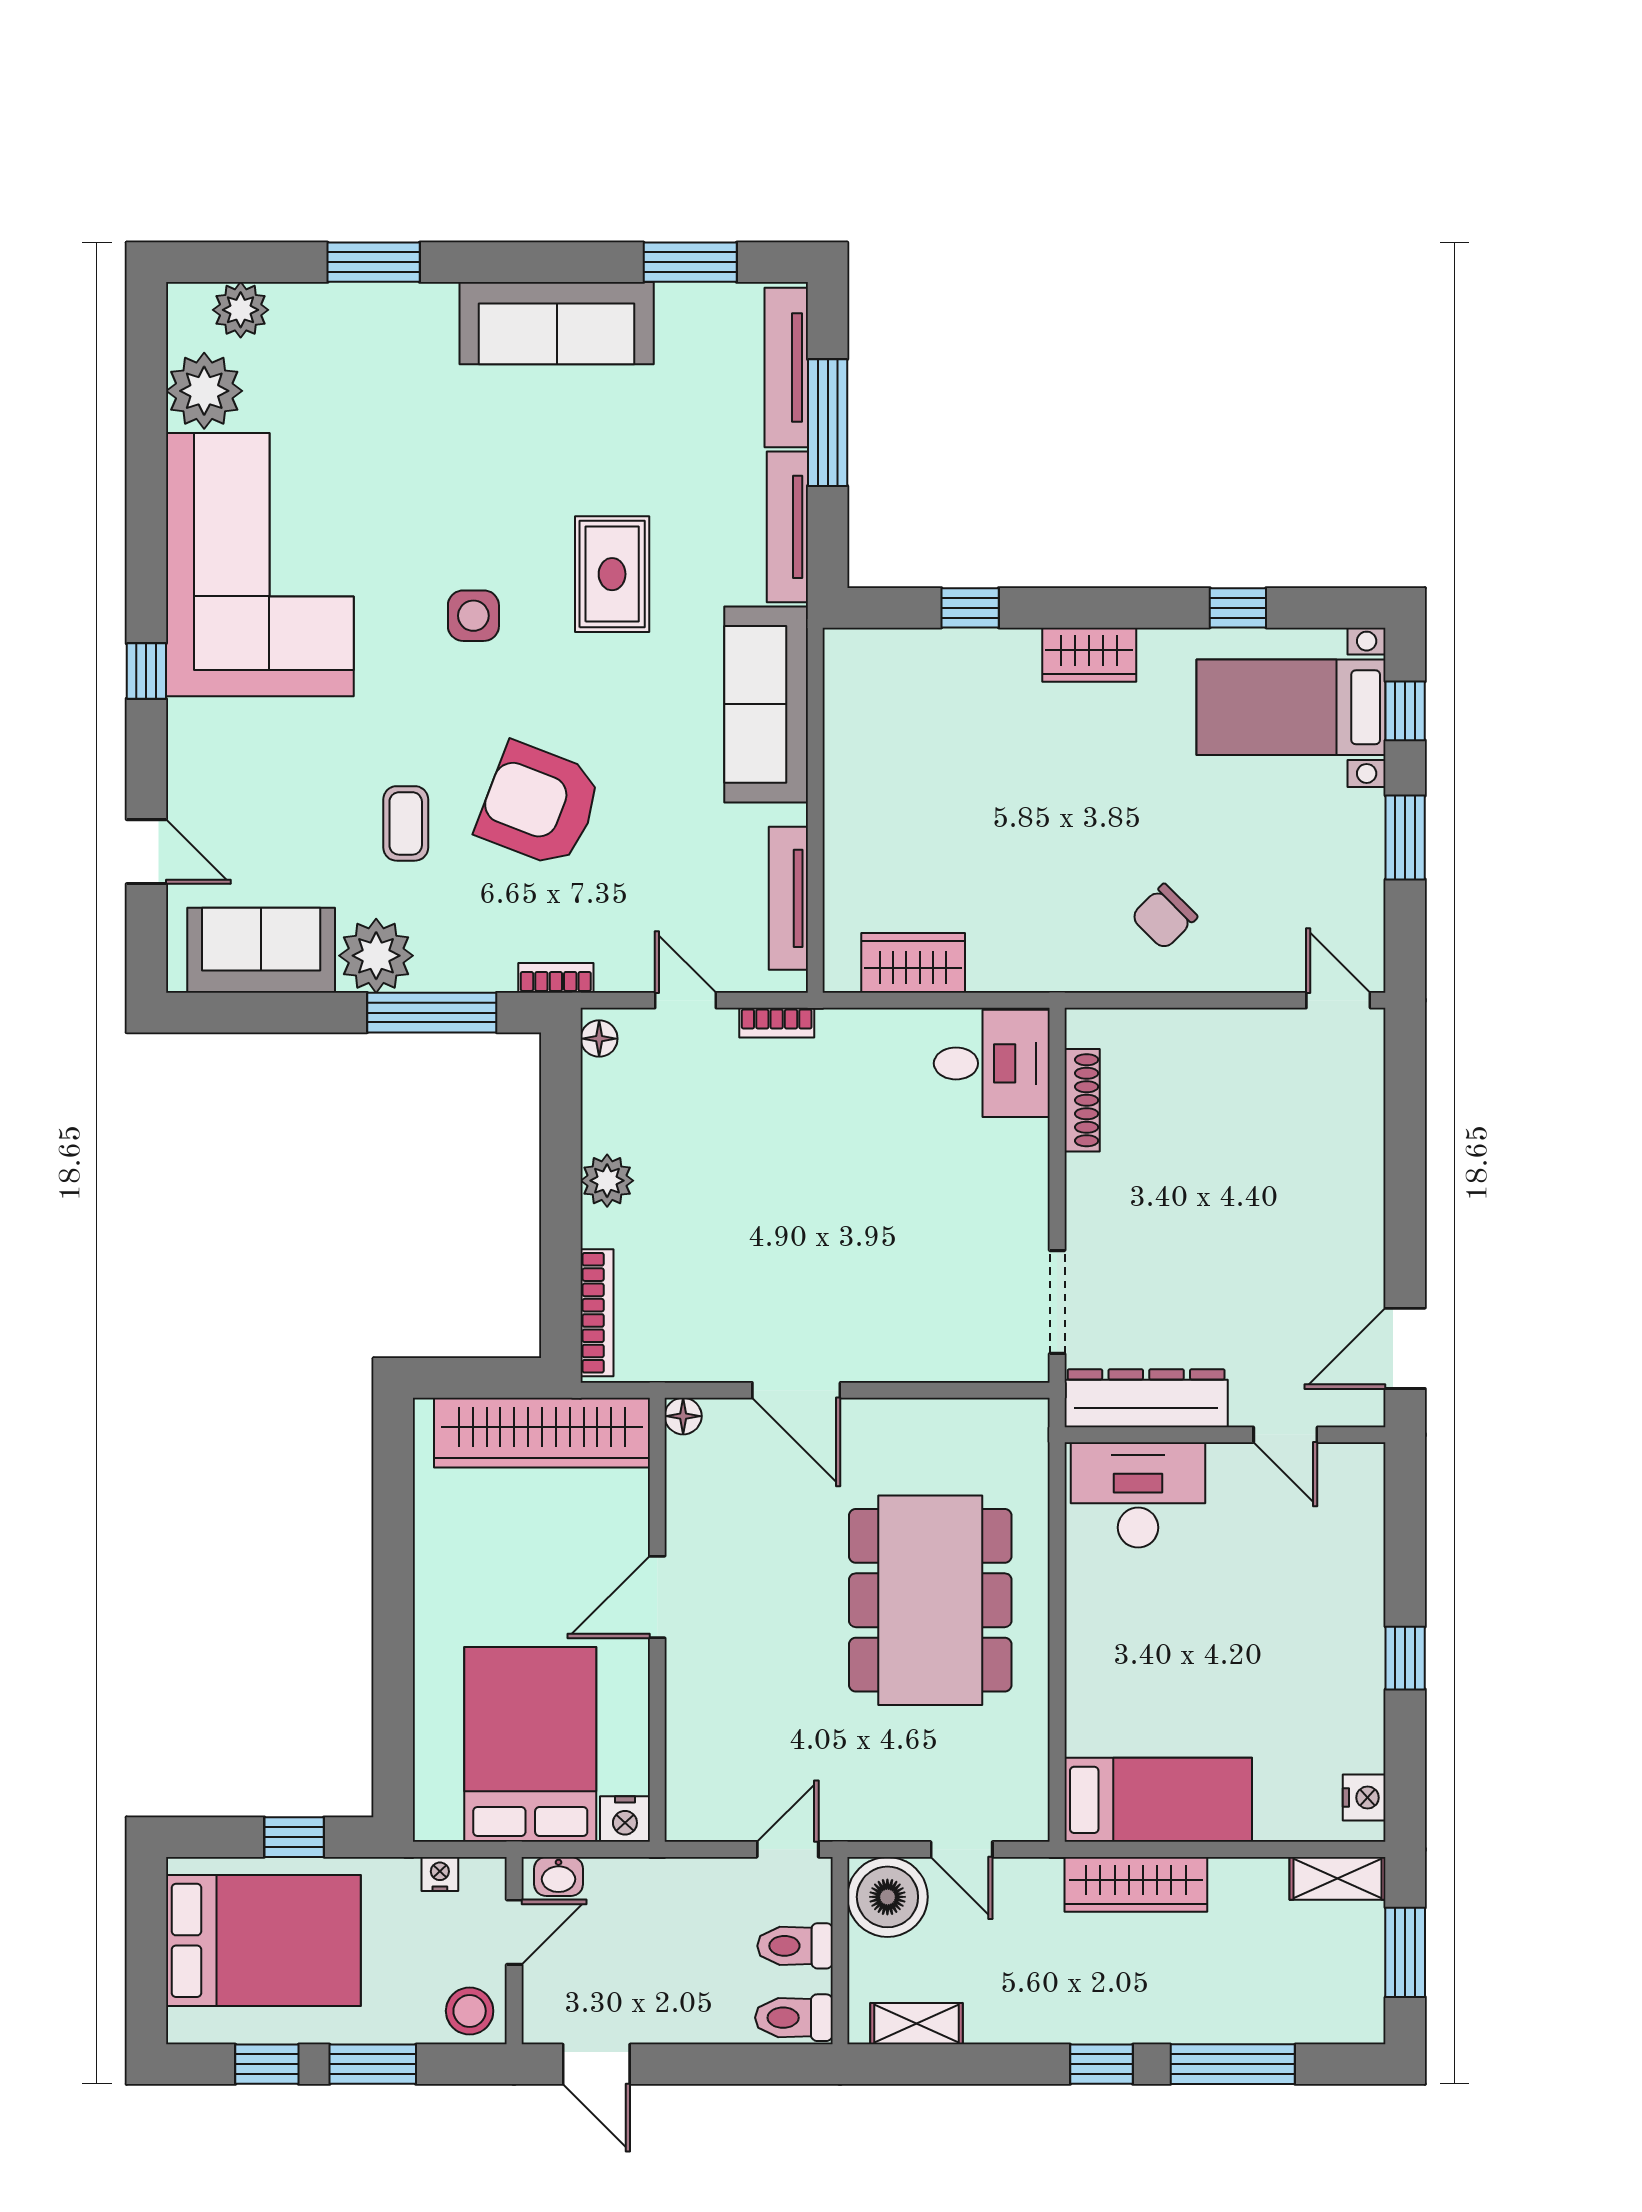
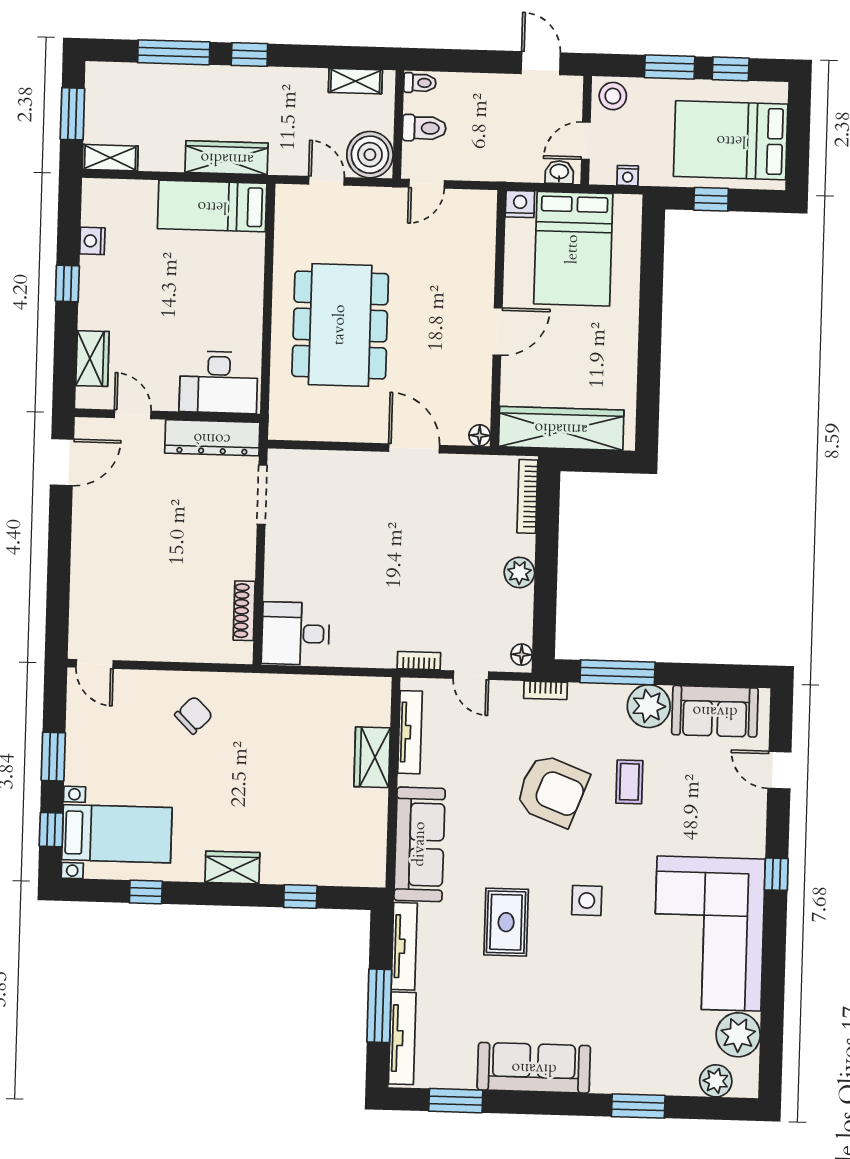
wardrobe: (913, 963) -> (372, 757), moved, turned 90
wardrobe: (1358, 1529) -> (92, 359), added
nightstand: (1364, 1798) -> (92, 241), moved
toilet: (794, 2018) -> (420, 83), width x0.73, depth x0.72

